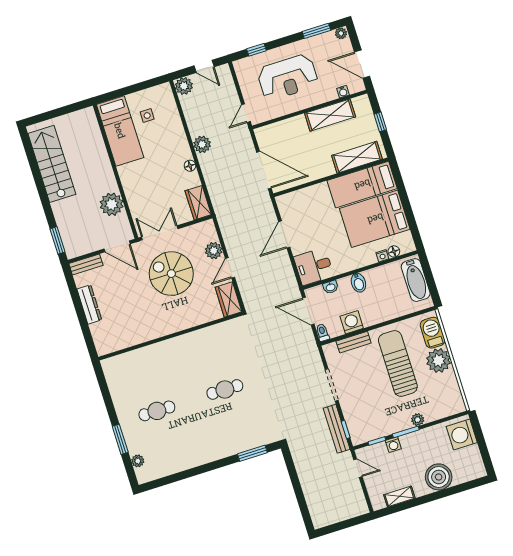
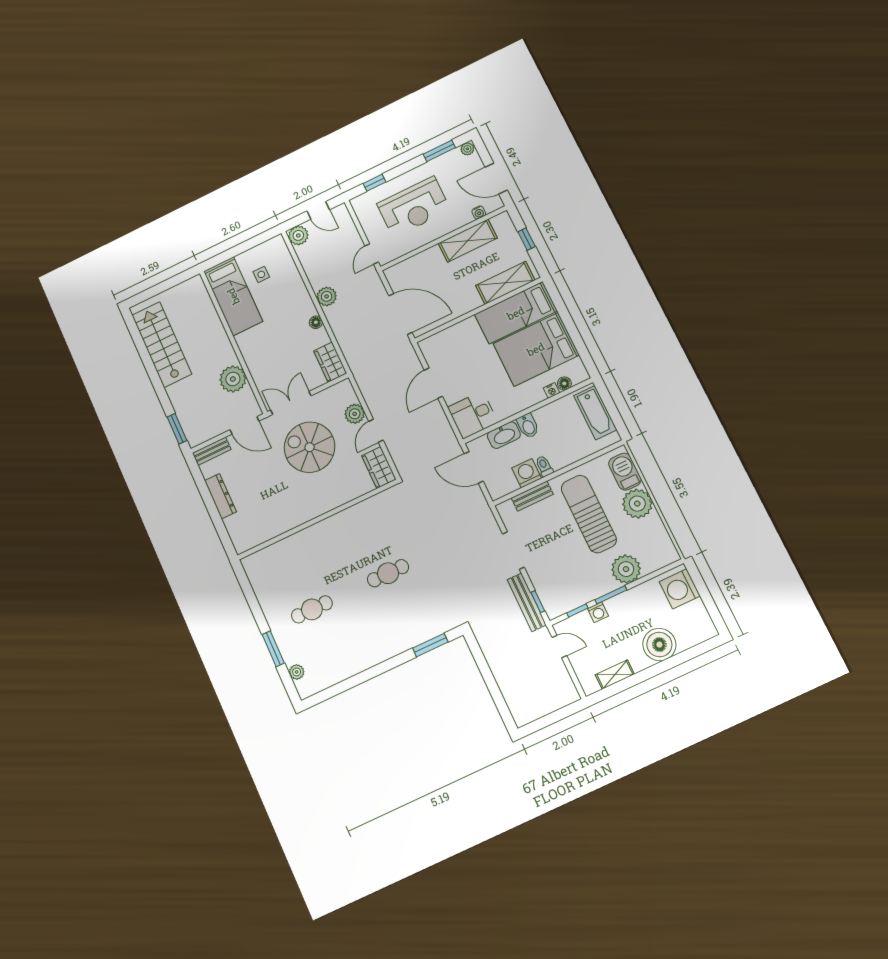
washbasin: (331, 287) -> (504, 435), width x1.91, depth x1.45
toilet: (322, 333) -> (544, 466), moved
plant: (418, 420) -> (626, 569), width x1.88, depth x1.88

